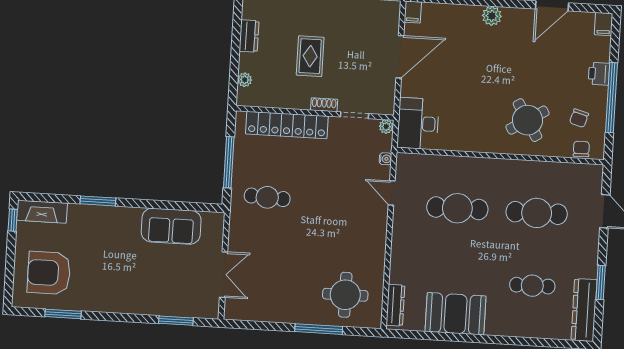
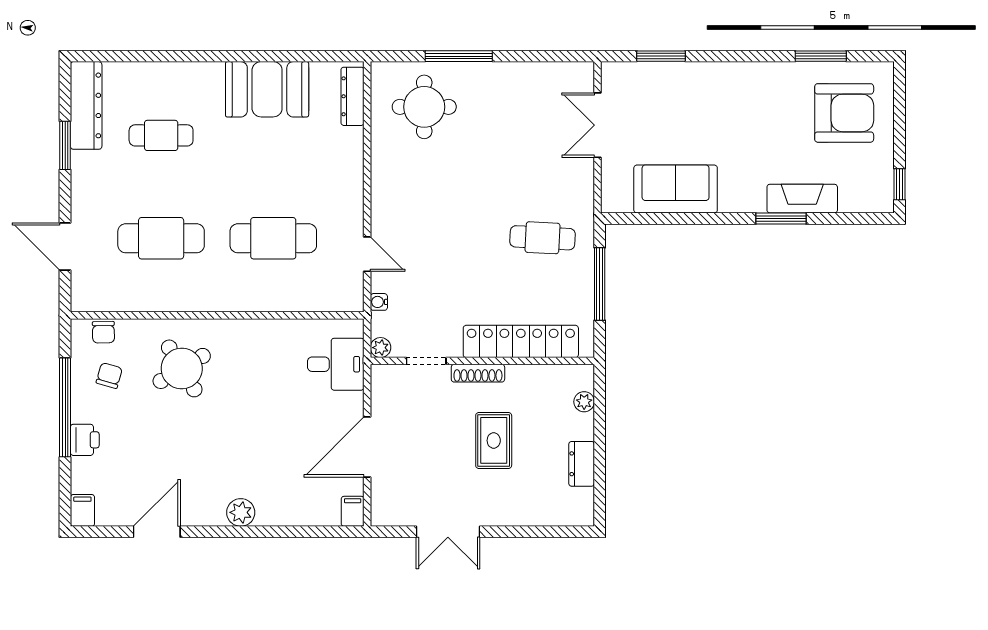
shoe rack: (324, 105) -> (478, 373), width x1.43
desk: (418, 124) -> (336, 364), width x0.73
fireplace: (42, 212) -> (802, 199), moved

